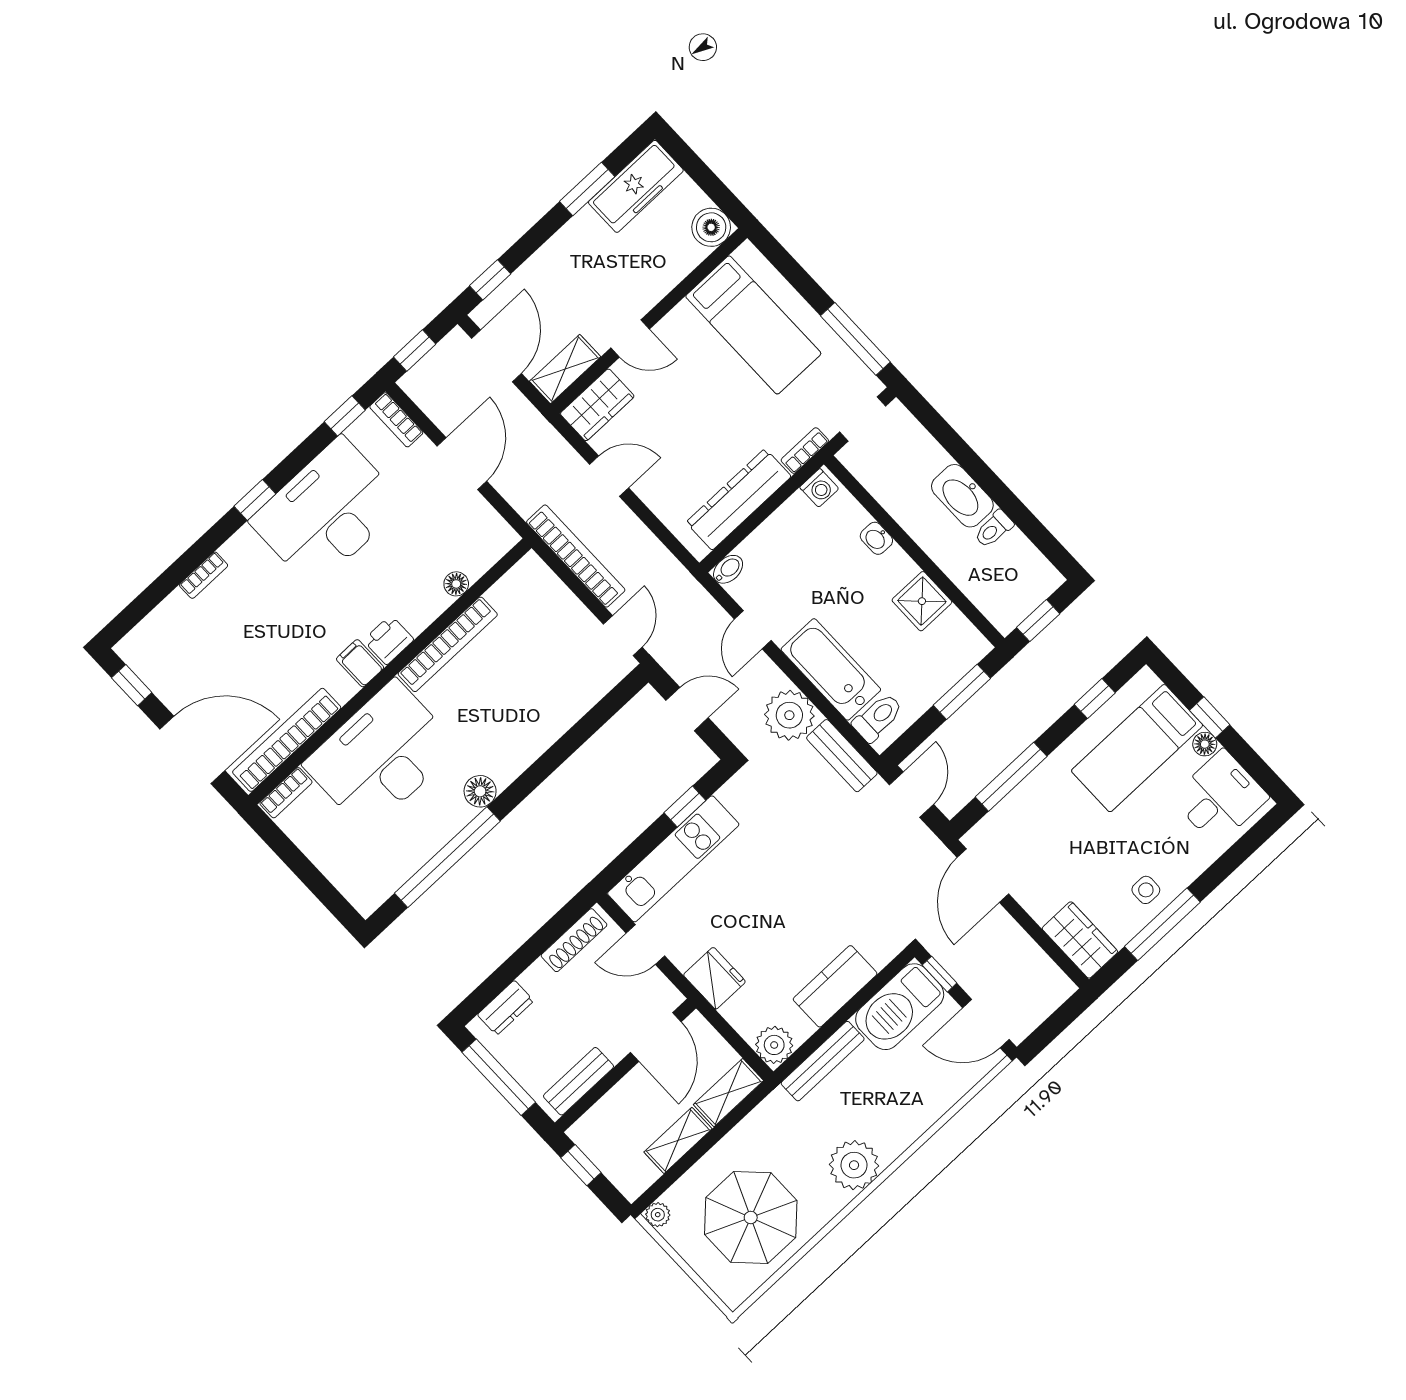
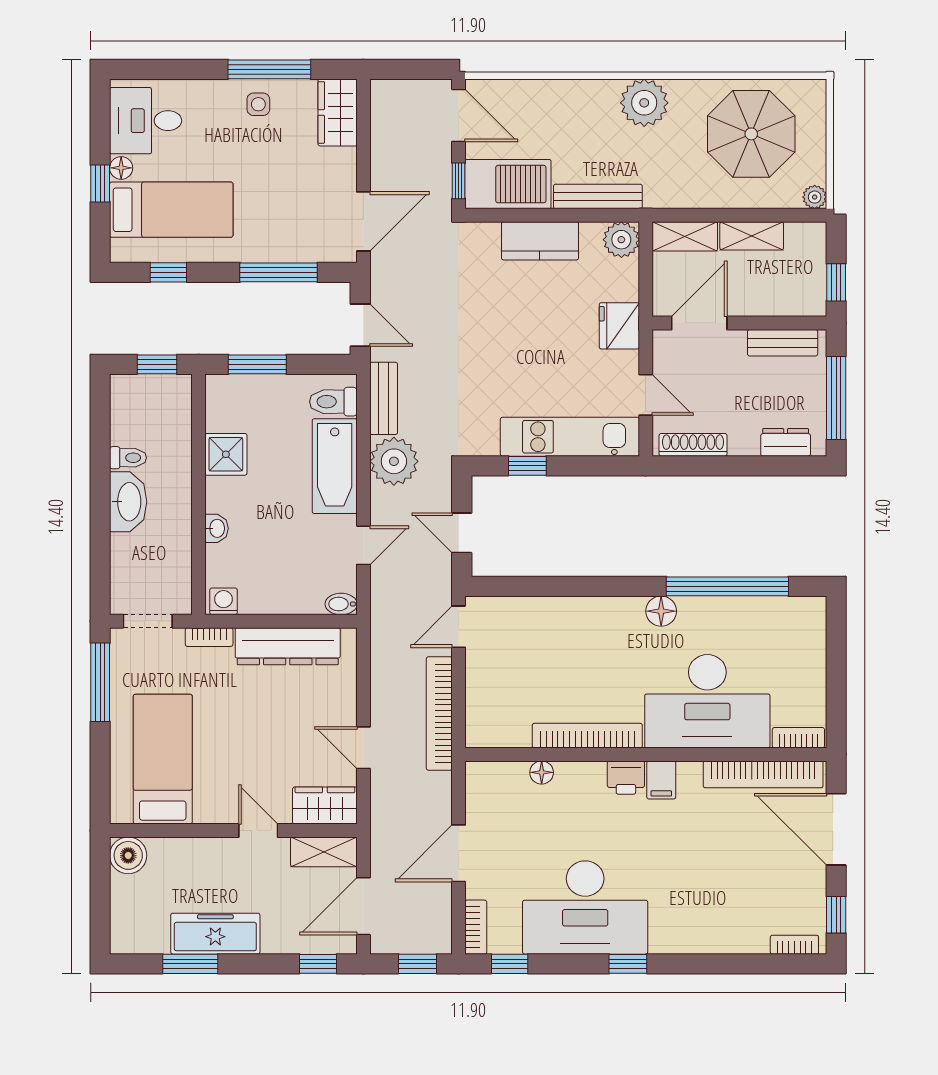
freezer: (636, 186) -> (215, 934), moved
bookcase: (204, 575) -> (794, 945), moved
door: (912, 795) -> (360, 325), swing flipped

